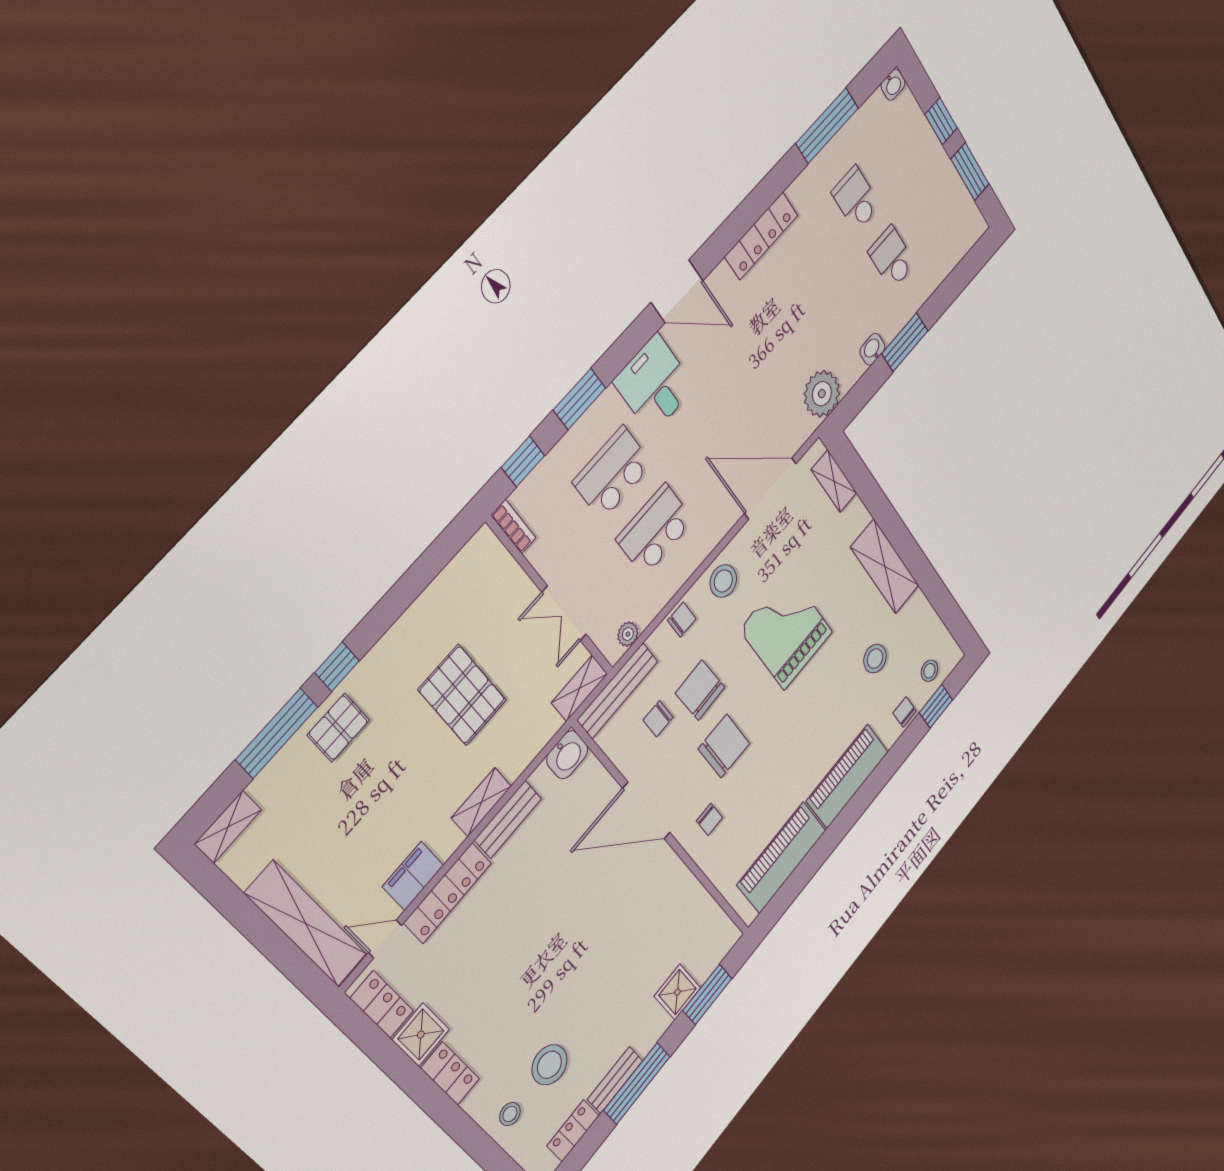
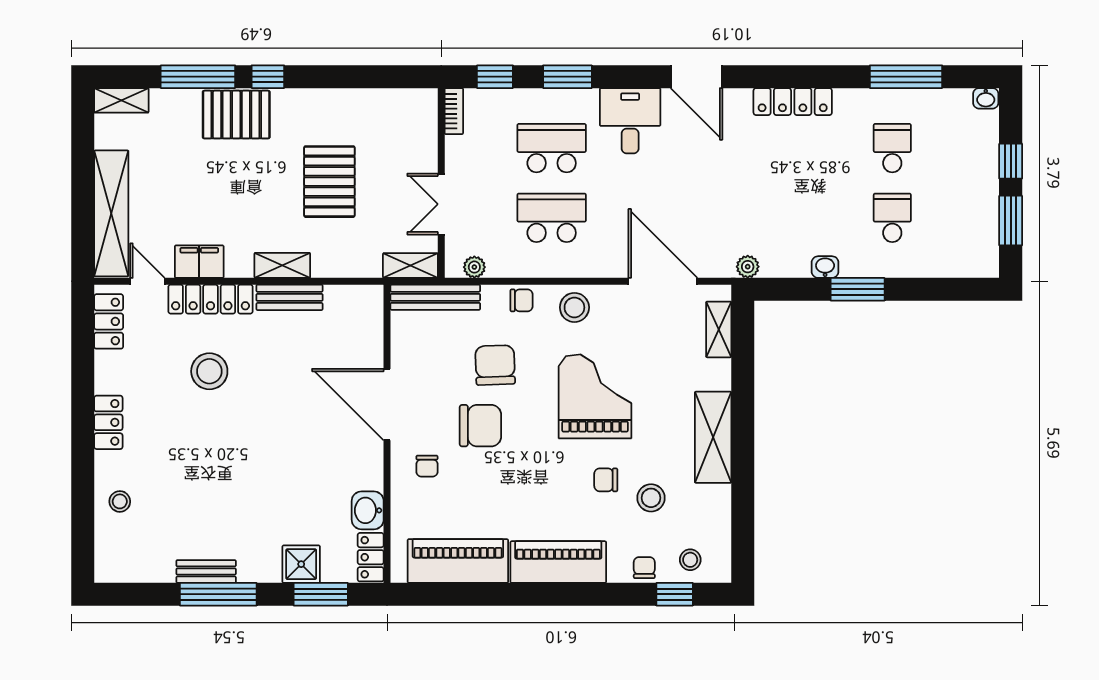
plant: (822, 394) -> (748, 267), width x0.53, depth x0.53
chair: (658, 719) -> (606, 480), moved
pallet: (338, 728) -> (236, 115), width x1.50, depth x1.42
washbasin: (567, 755) -> (368, 510), moved, turned 90
shower: (421, 1035) -> (114, 372), removed
stool: (549, 1065) -> (209, 371), moved
locker: (573, 1131) -> (371, 557), moved, turned -90

